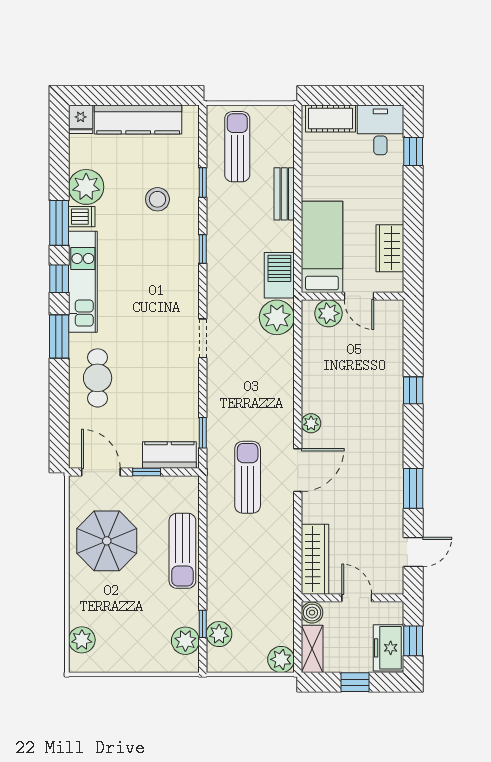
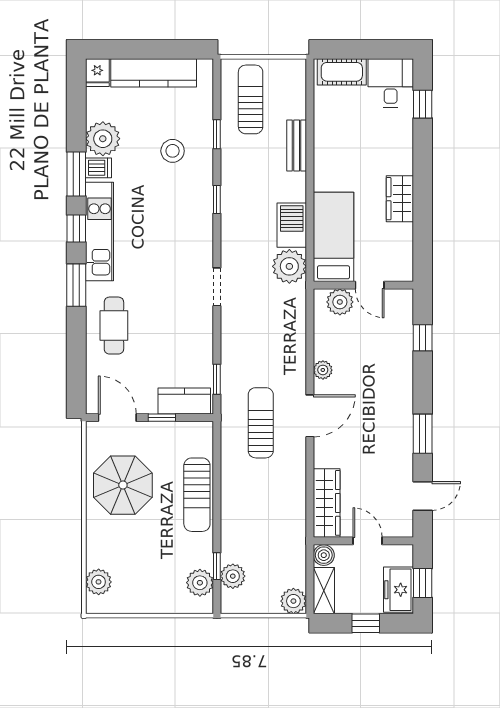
bed: (322, 247) -> (333, 237), moved
wall: (352, 296) -> (363, 285), moved
door: (359, 296) -> (370, 285), moved
plant: (328, 313) -> (340, 302), moved

